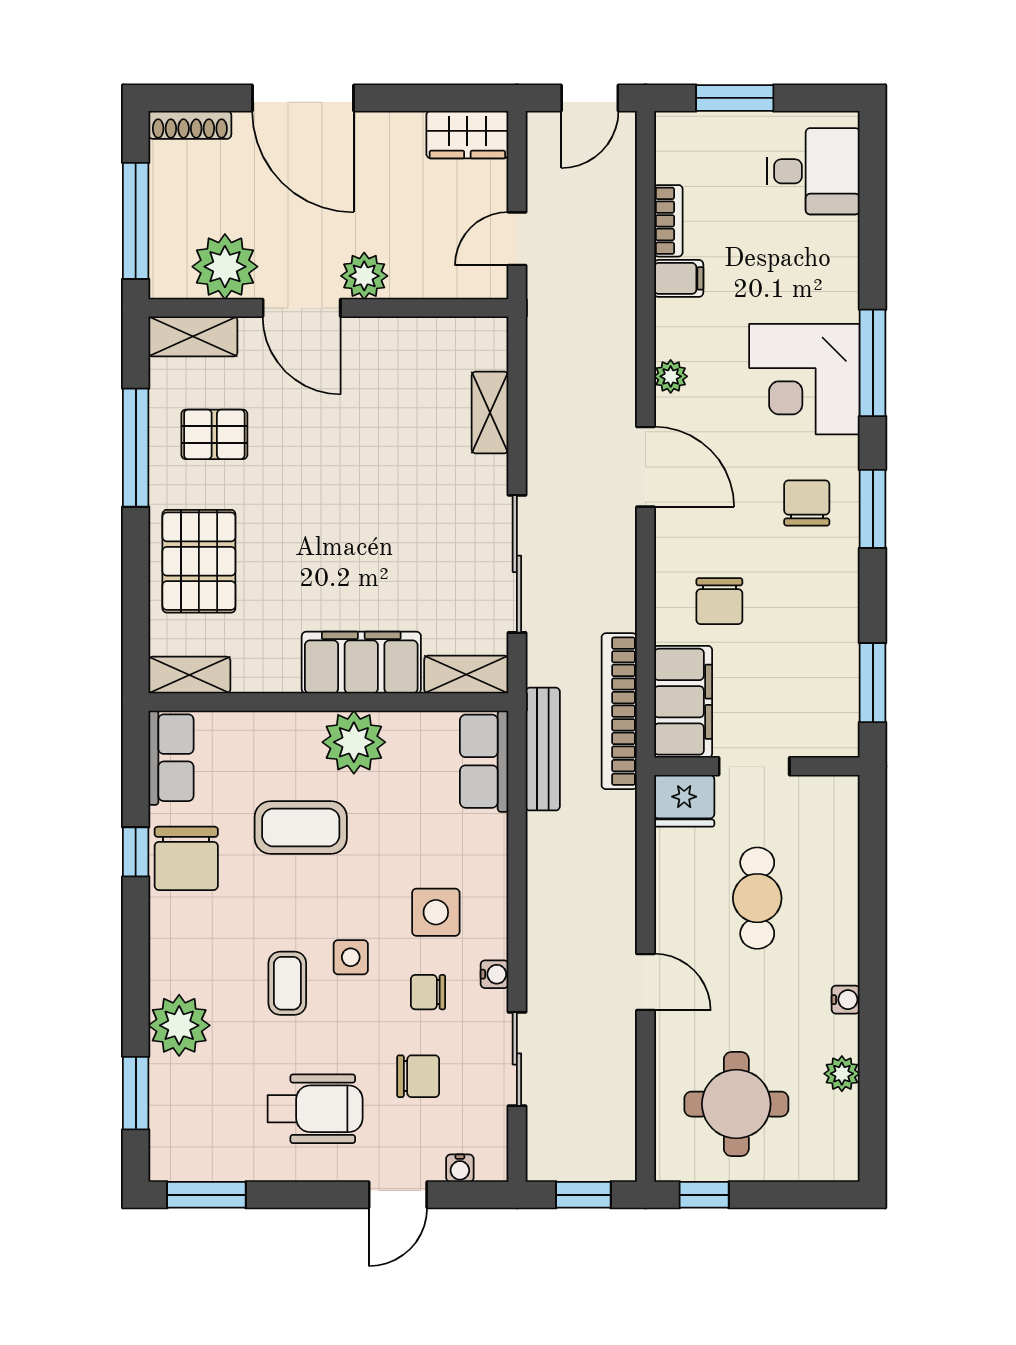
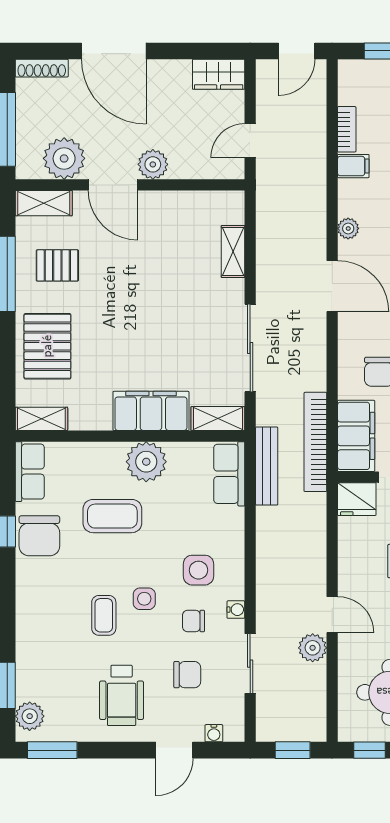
plant: (179, 1025) -> (30, 716), moved, width x0.73, depth x0.73
plant: (615, 1034) -> (313, 648), added
wheelchair: (315, 1109) -> (122, 695), turned 90

